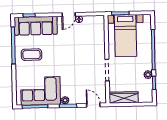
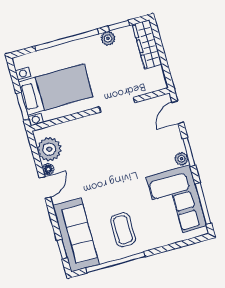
door: (69, 14) -> (45, 187), hinge flipped
plant: (91, 23) -> (49, 149), added
wardrobe: (124, 97) -> (147, 45), moved

